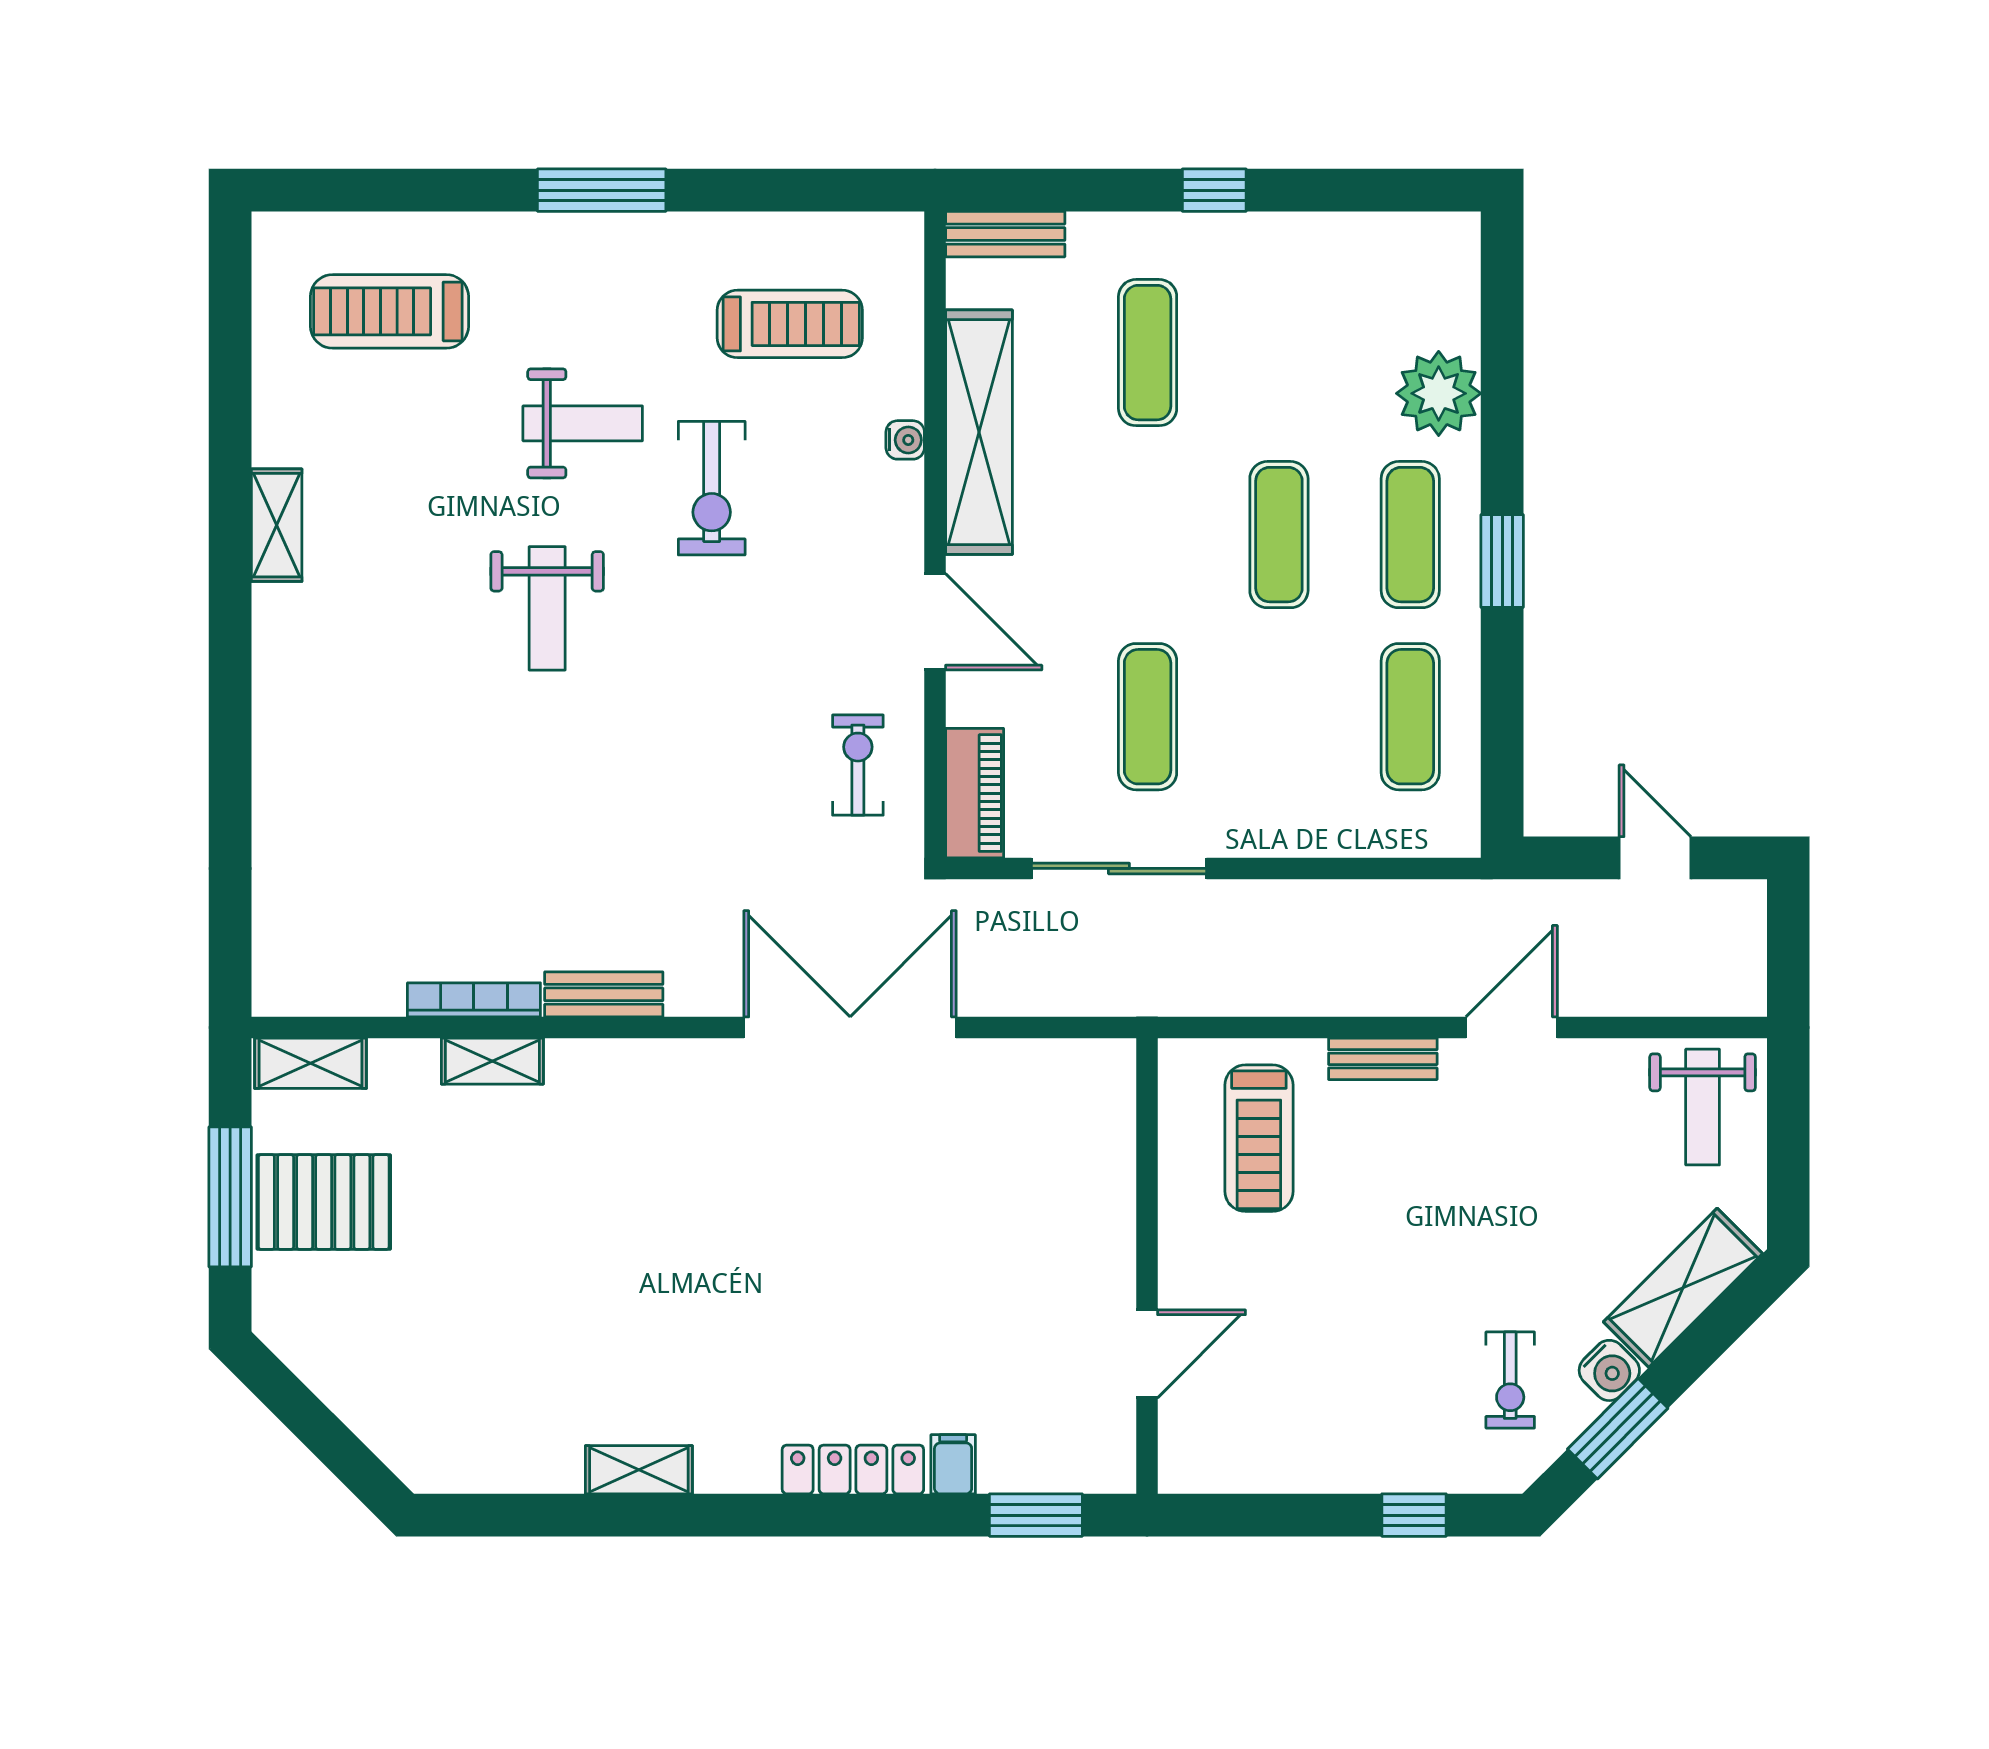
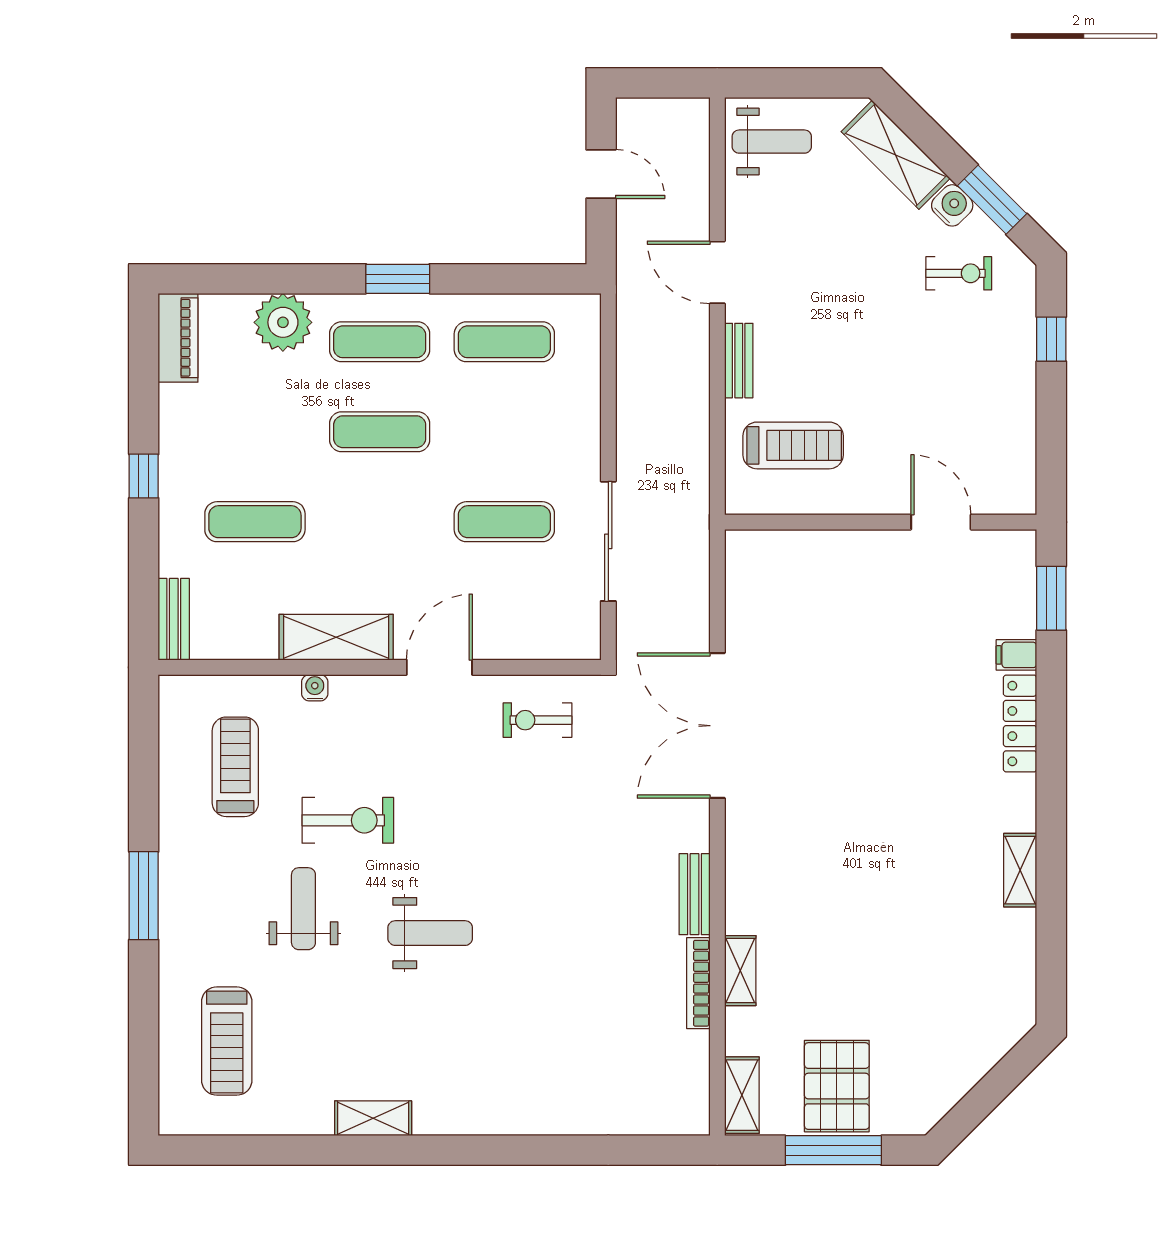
shelving: (979, 432) -> (336, 637), width x0.68
piano: (975, 793) -> (178, 338), moved, turned 90
door: (1655, 858) -> (601, 174), swing flipped

